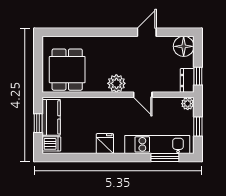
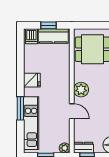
door: (143, 95) -> (72, 111), swing flipped
window: (165, 157) -> (20, 108), moved

